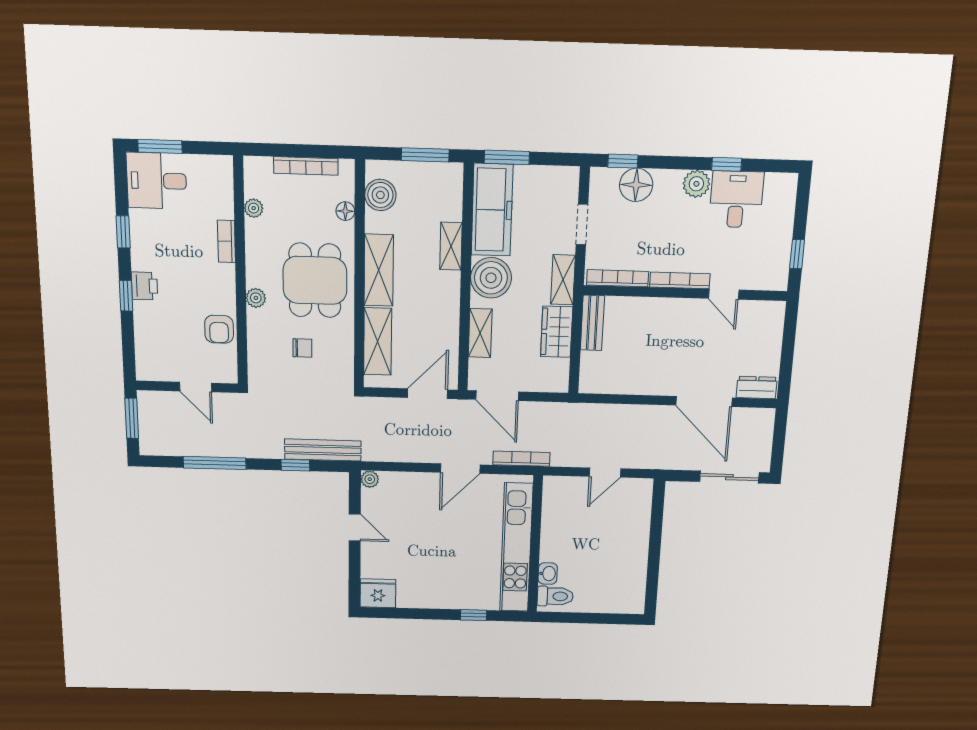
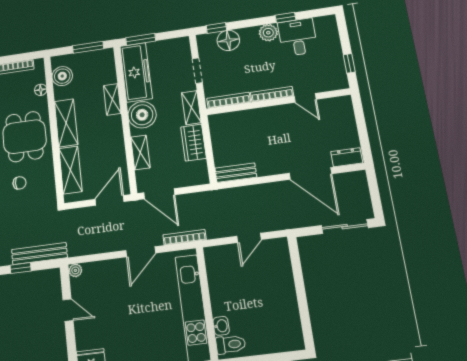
bench: (592, 323) -> (236, 173), moved, turned 90

